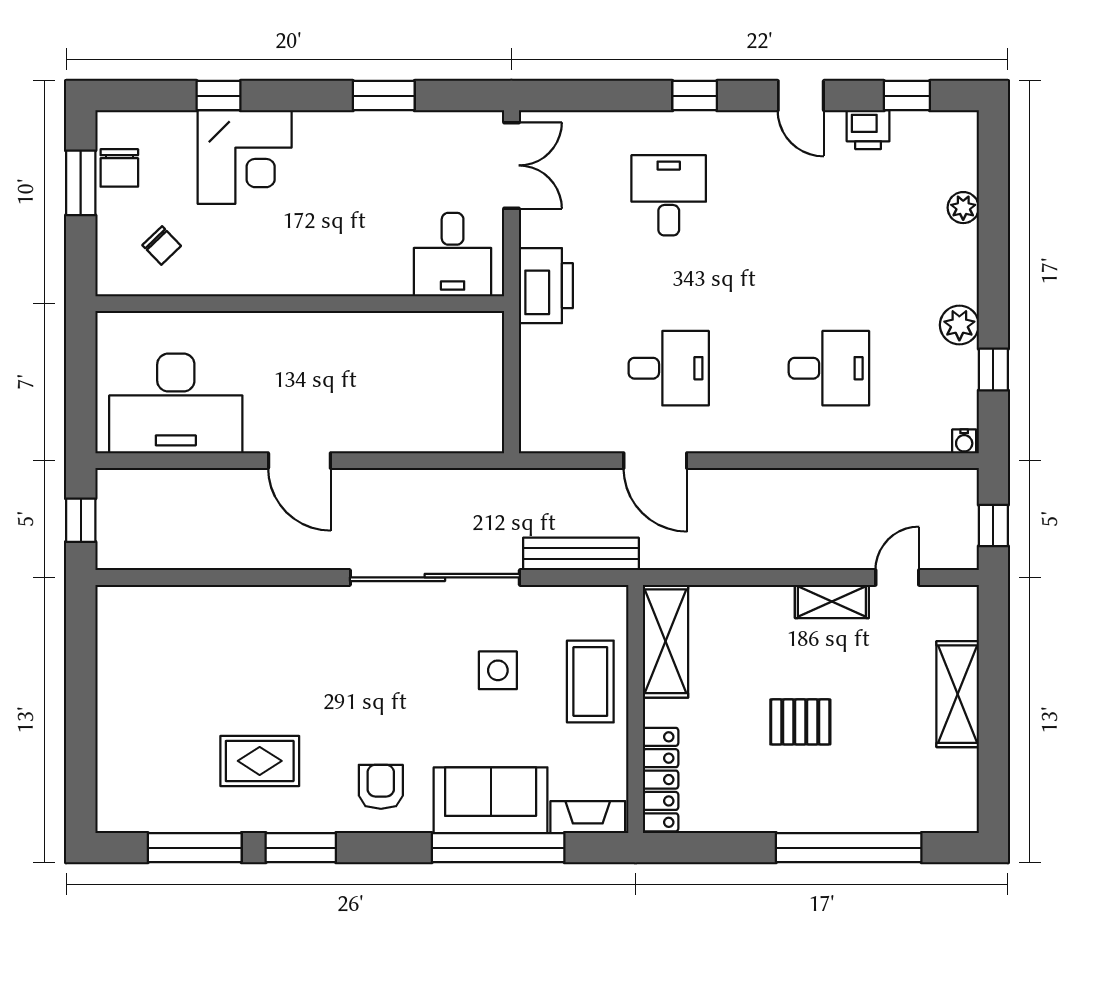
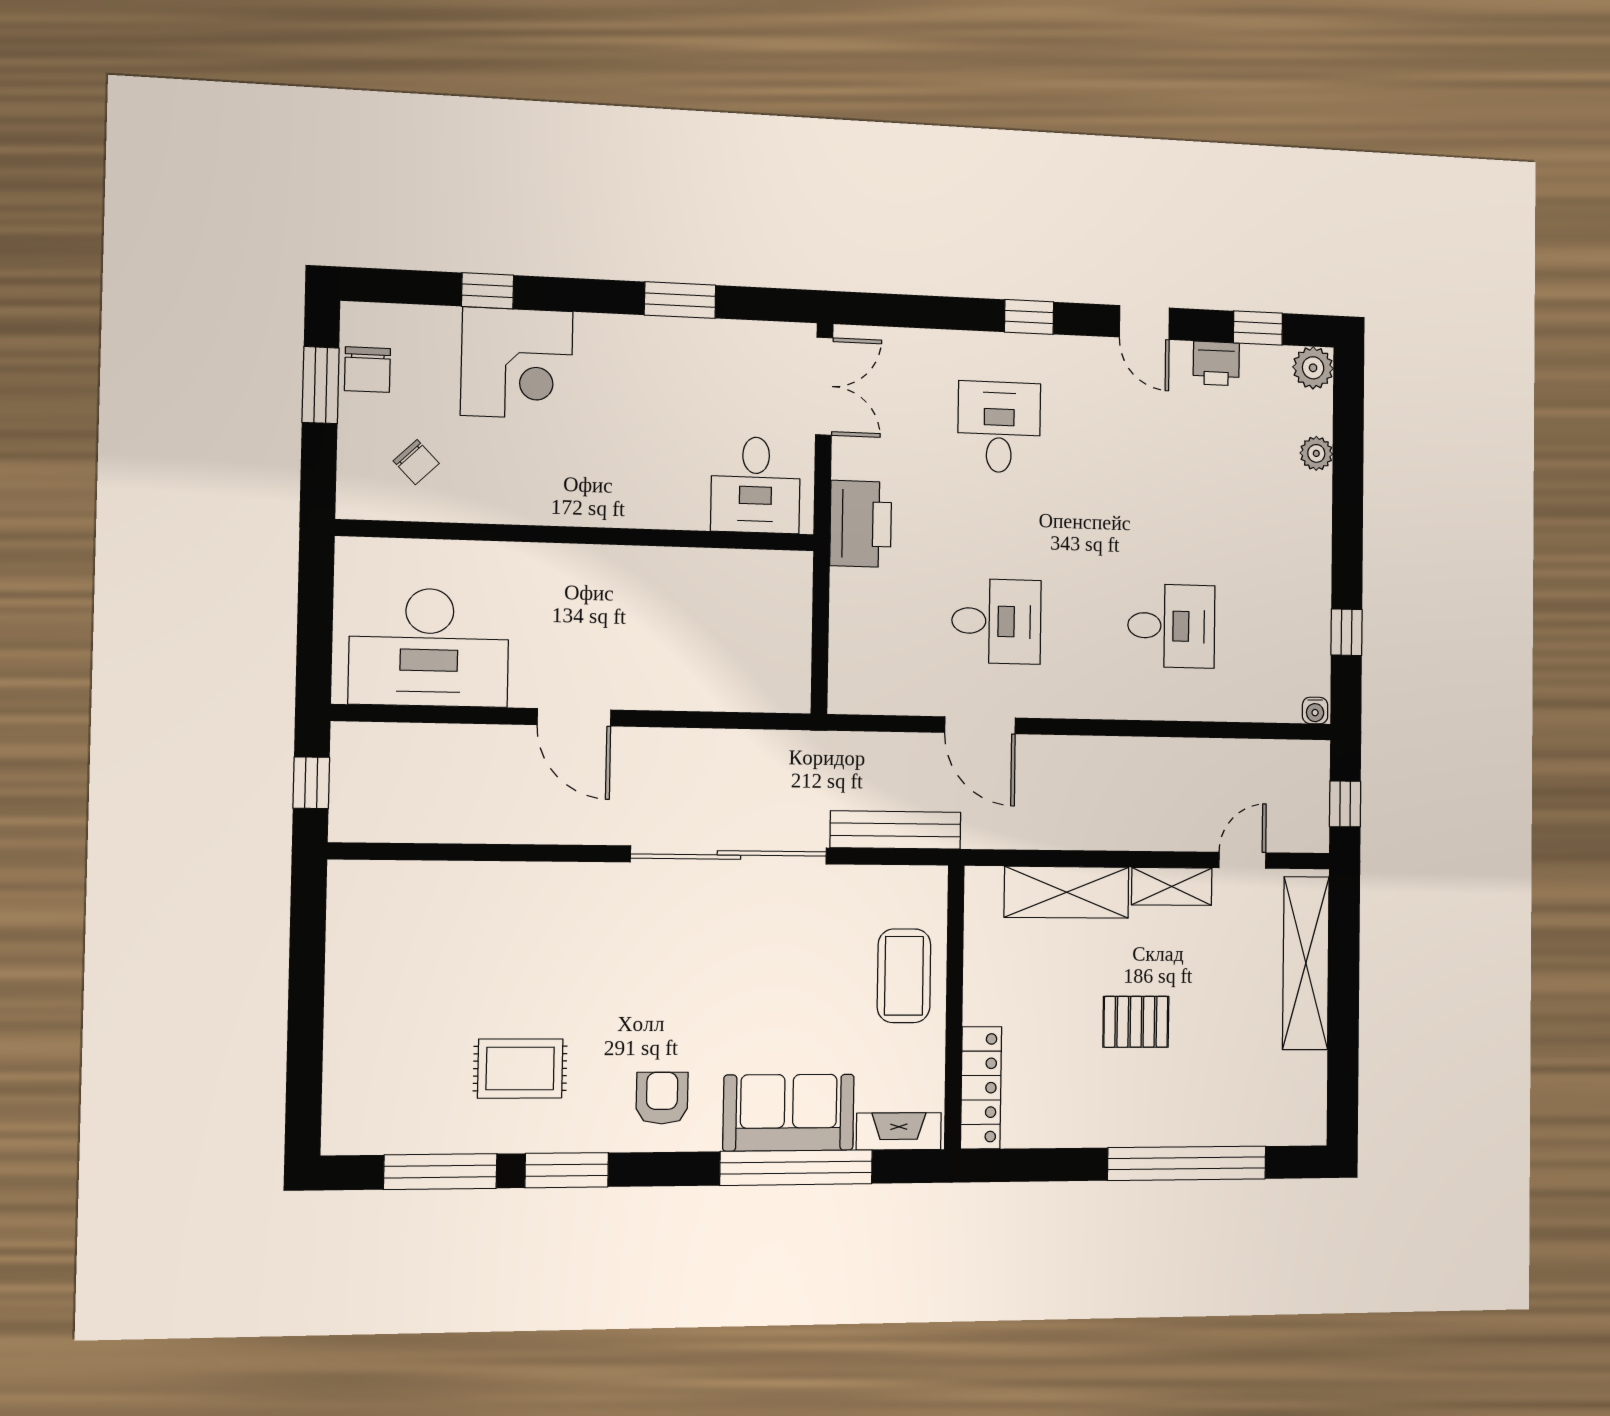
plant: (959, 325) -> (1313, 368), moved
shelving: (665, 641) -> (1067, 892), moved, turned 90
side table: (498, 670) -> (799, 963), removed
shelving: (958, 694) -> (1306, 963), width x1.47

